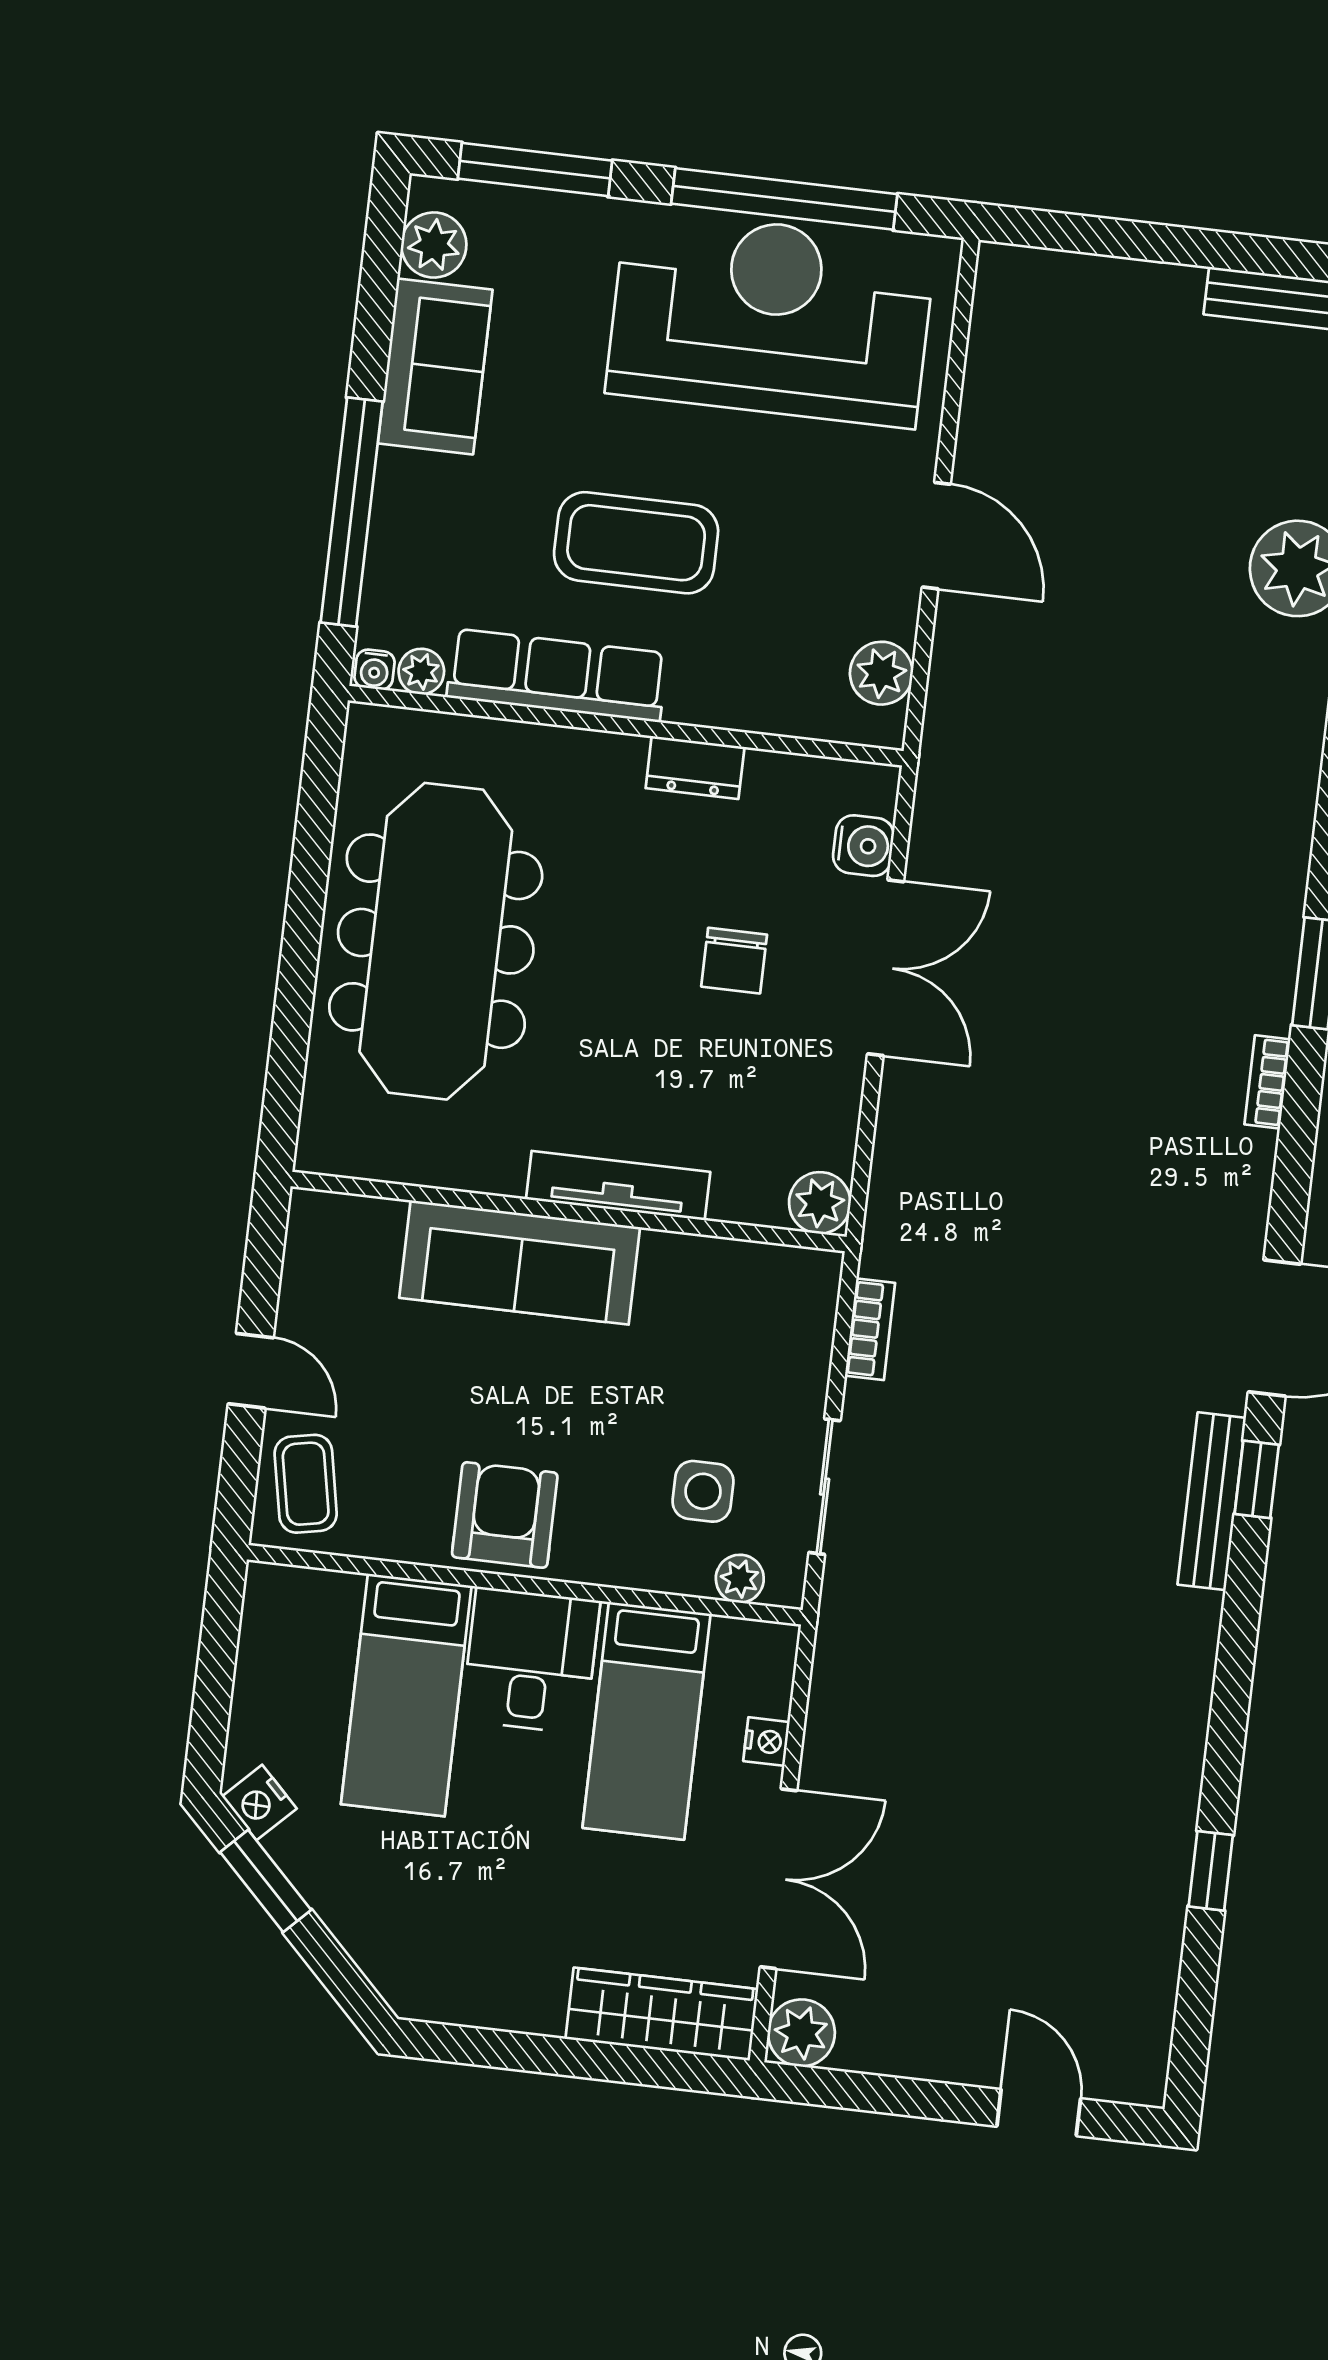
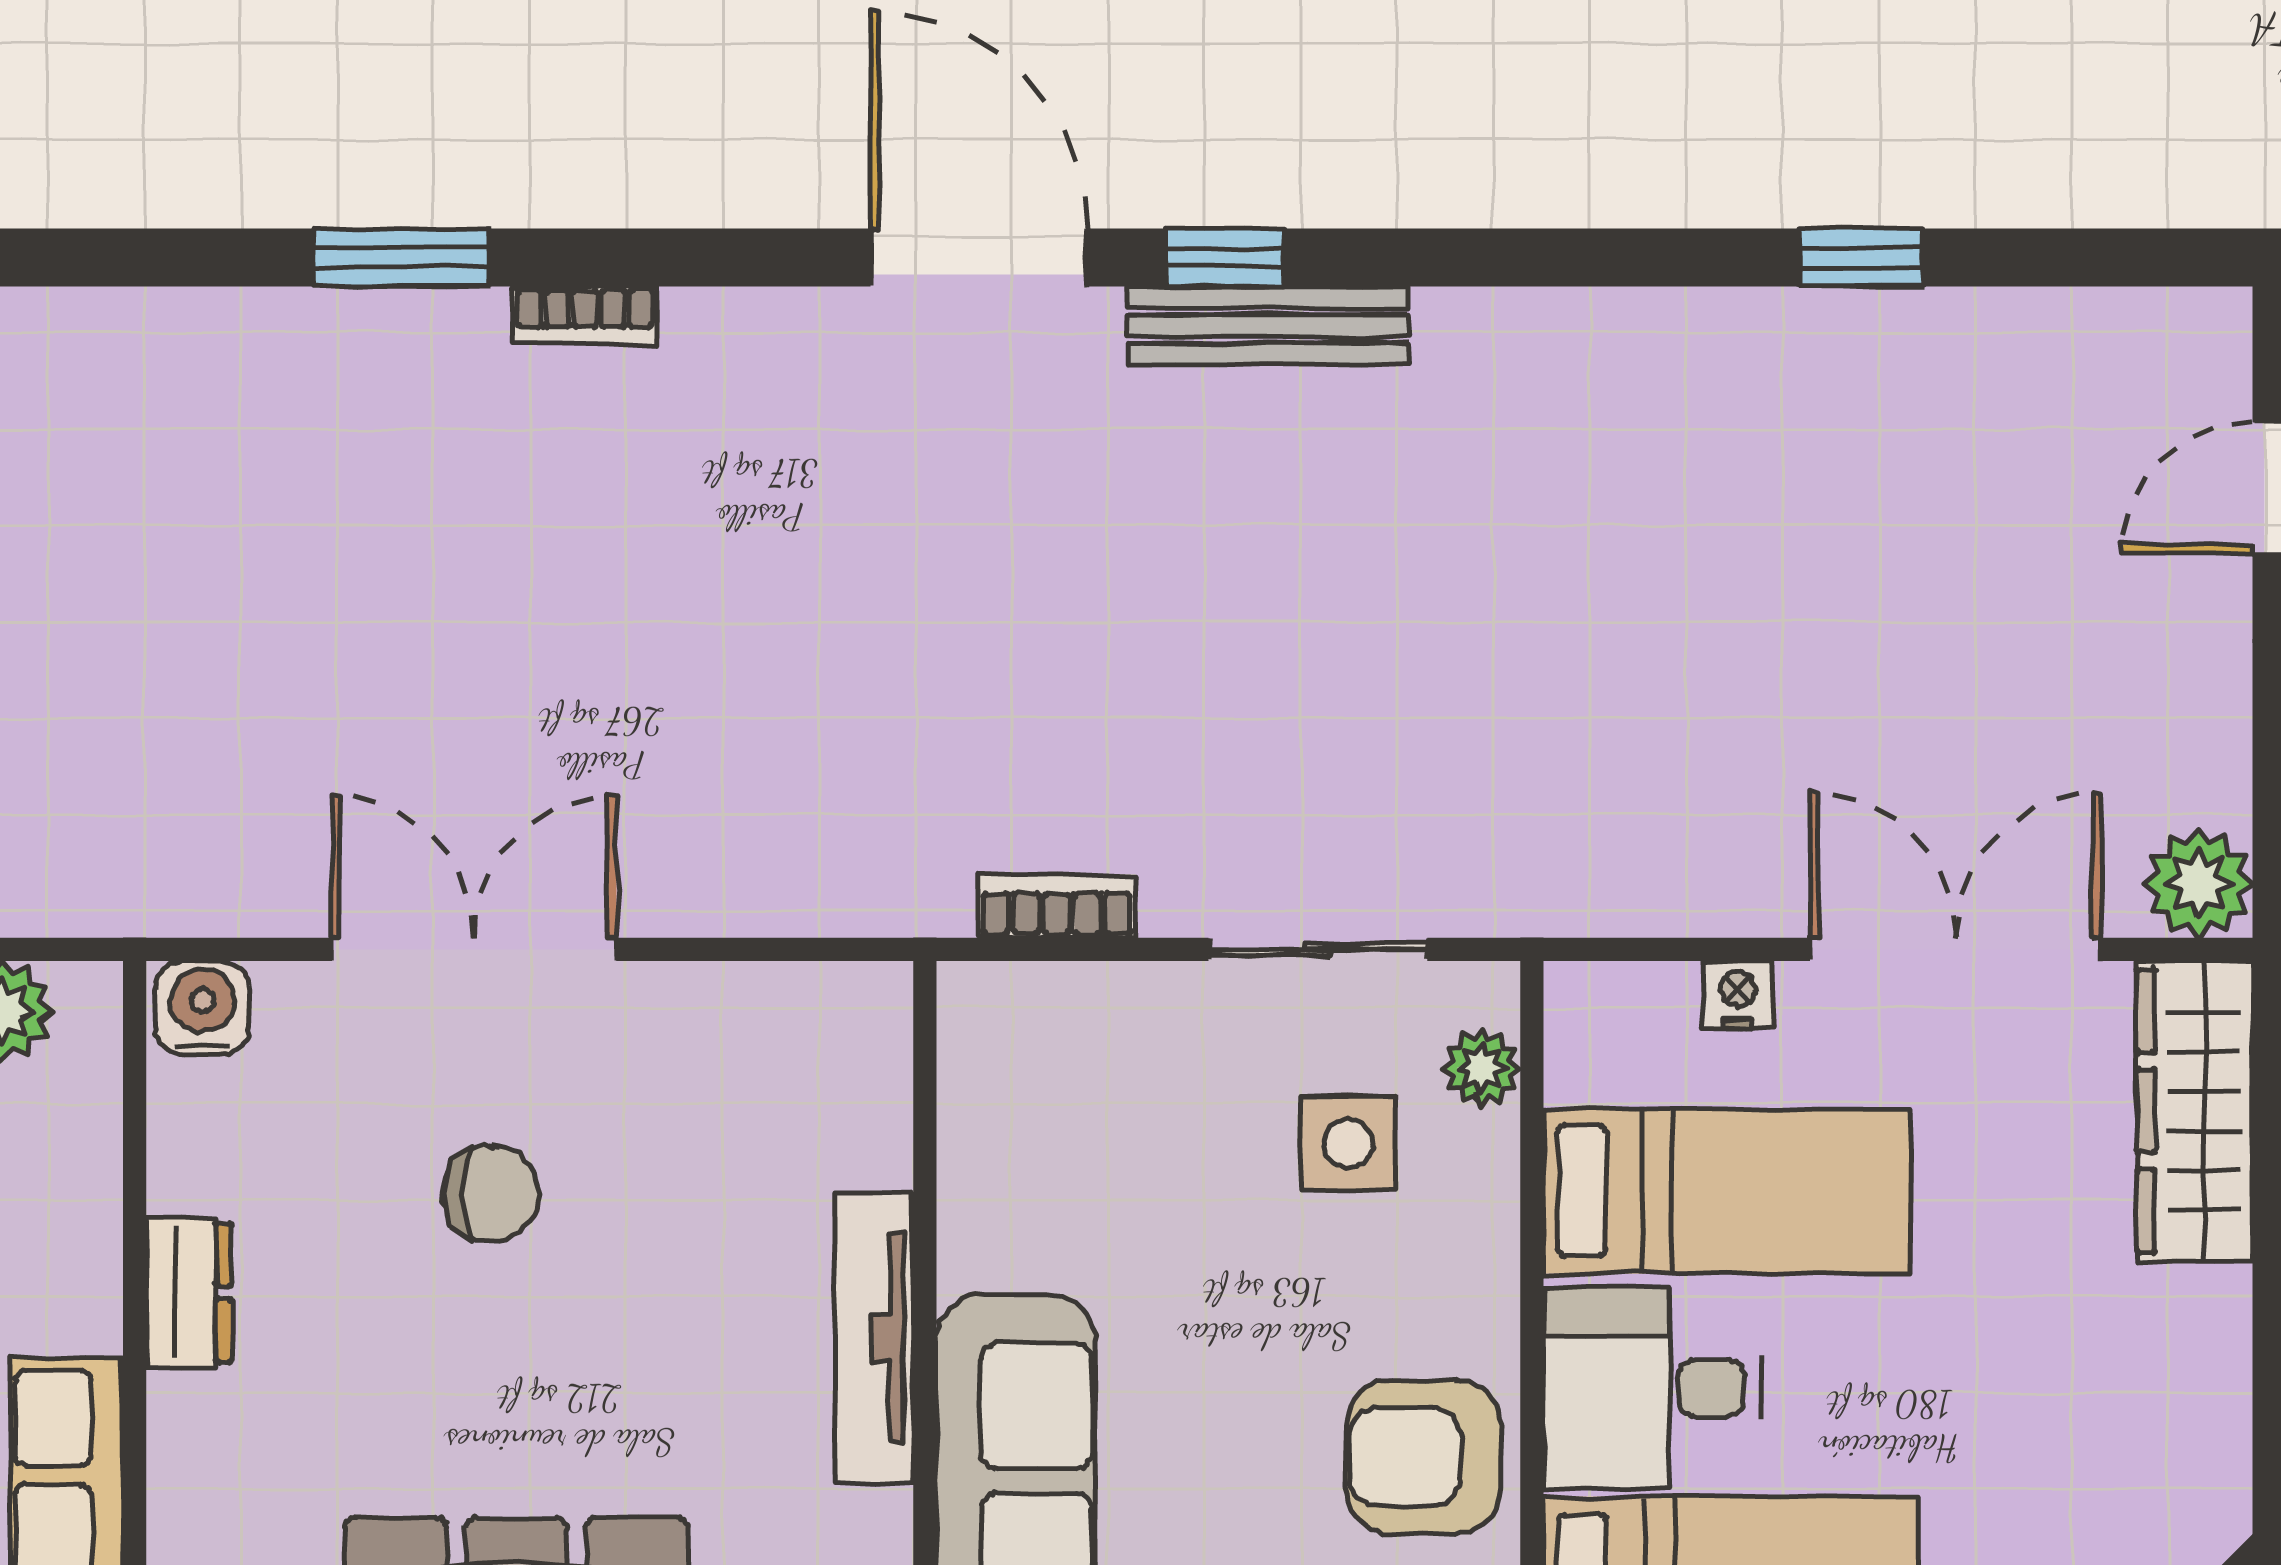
water cooler: (863, 846) -> (203, 1008), moved
plant: (820, 1203) -> (864, 1011), removed

